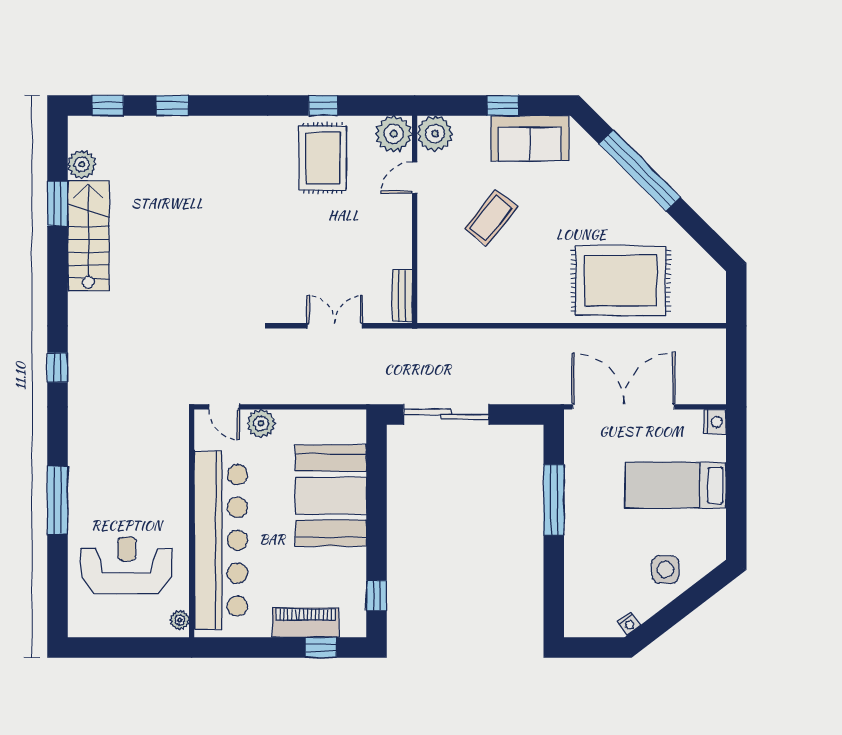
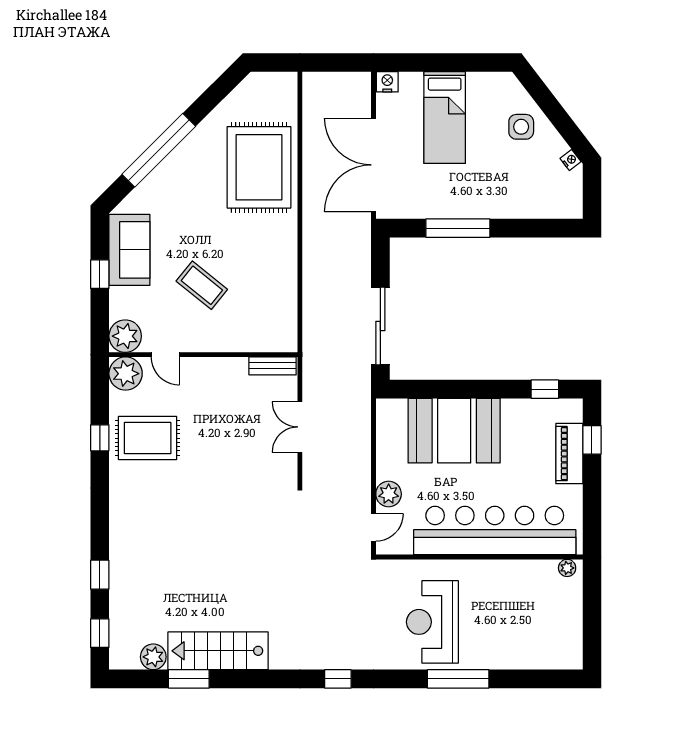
reception desk: (127, 566) -> (432, 622), moved

